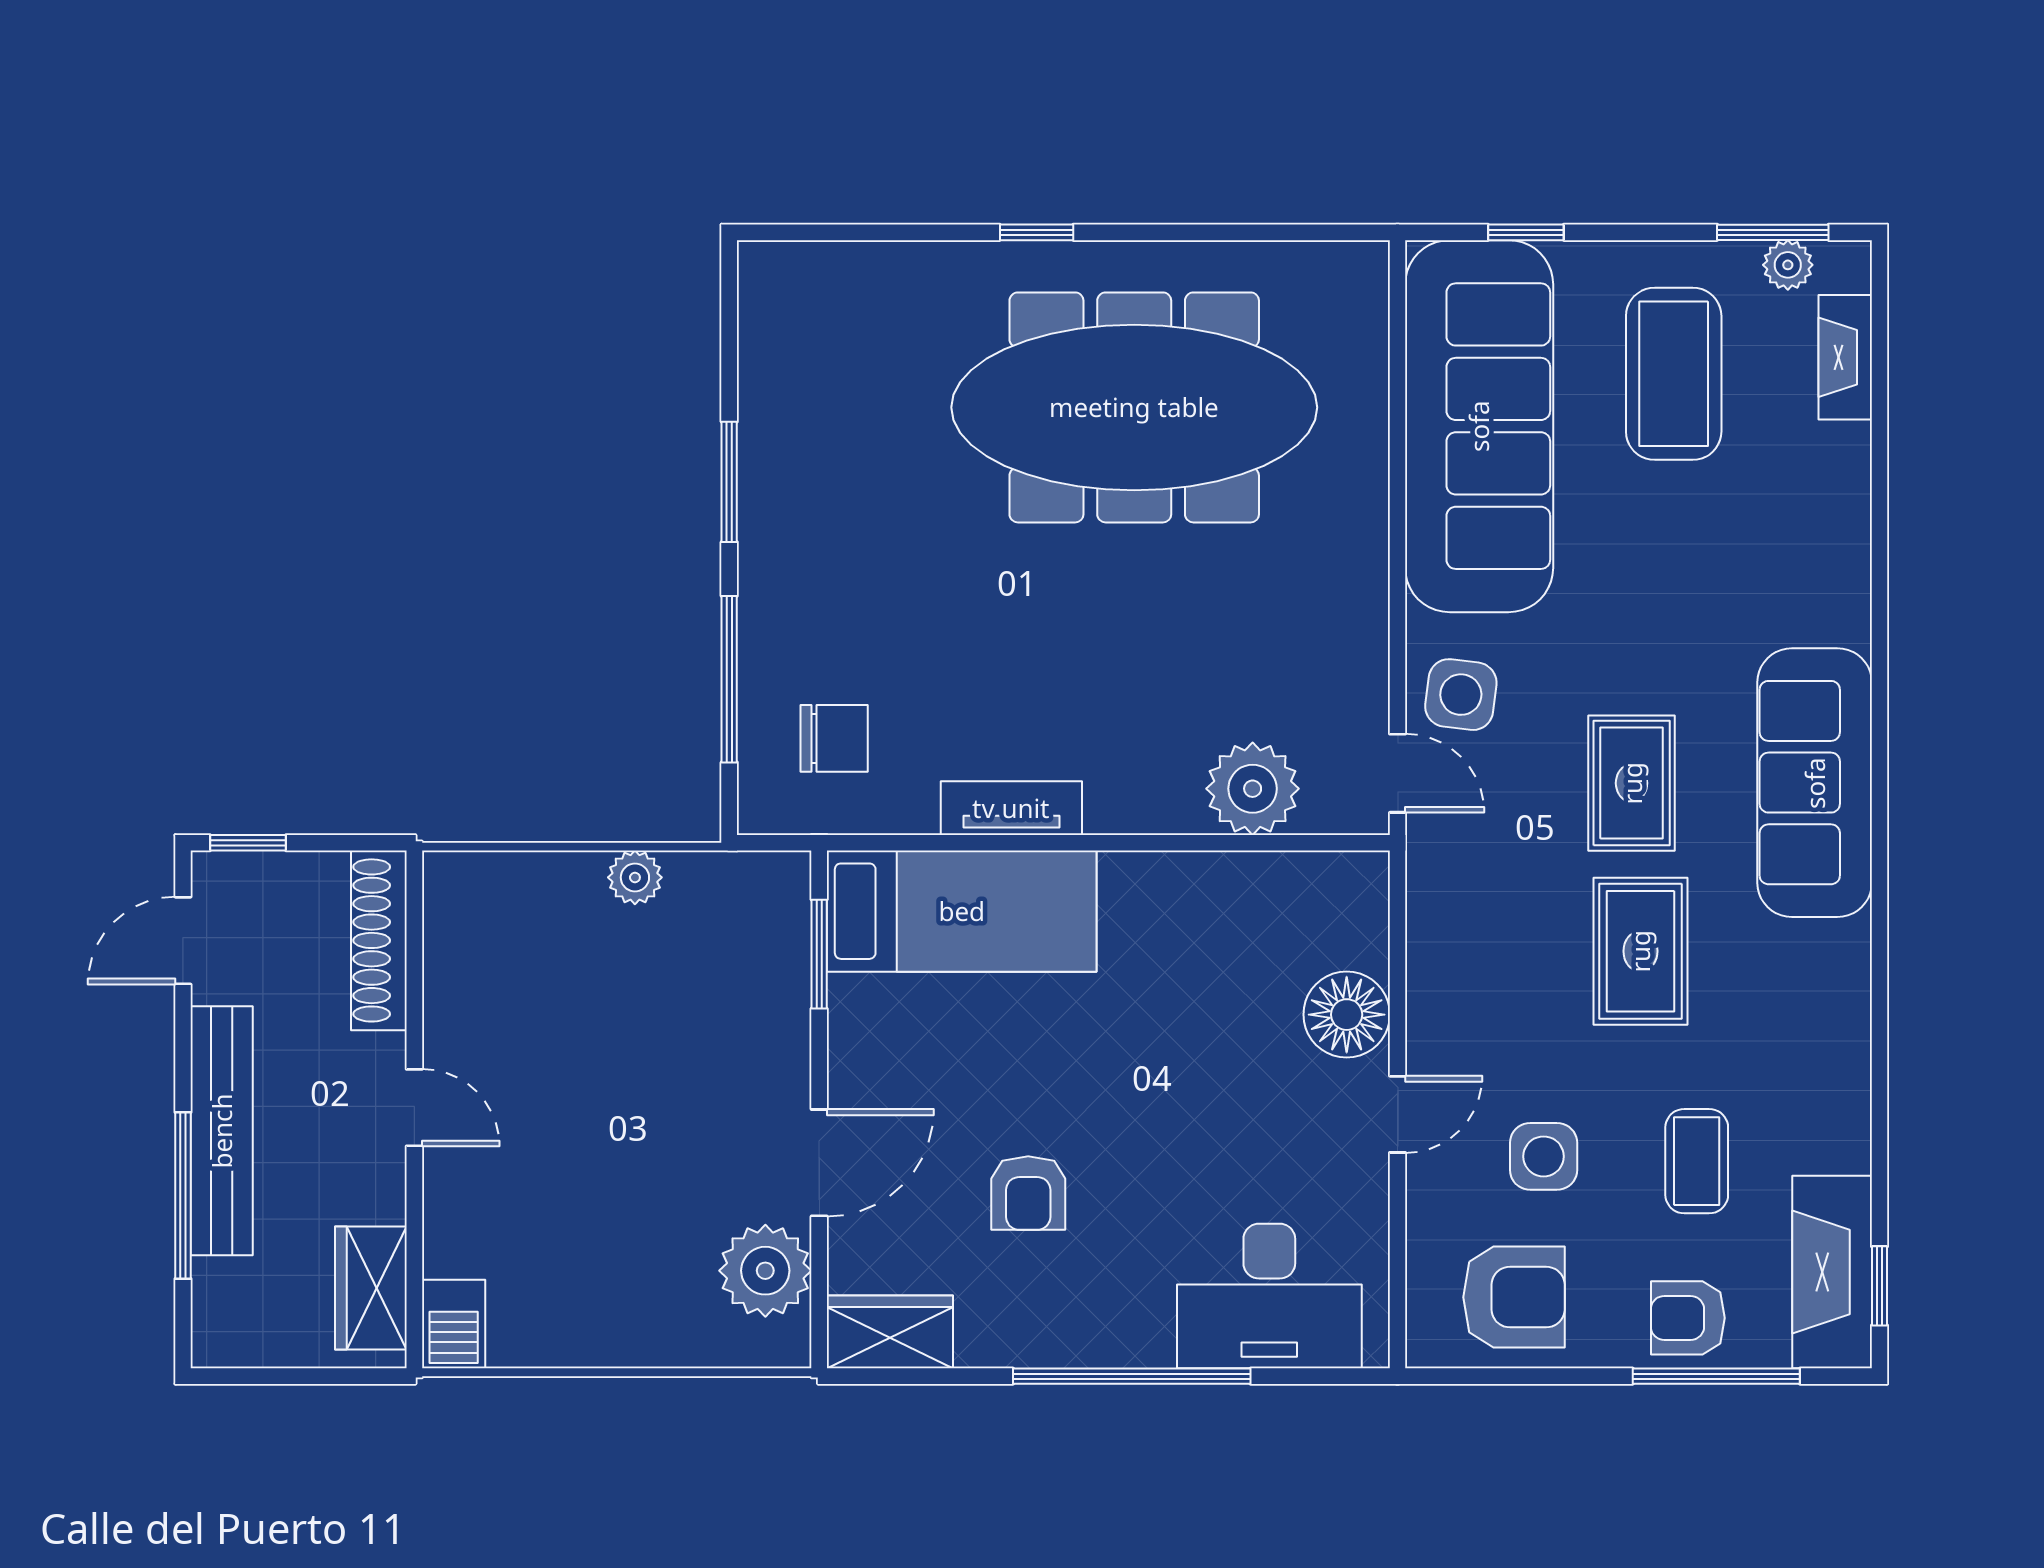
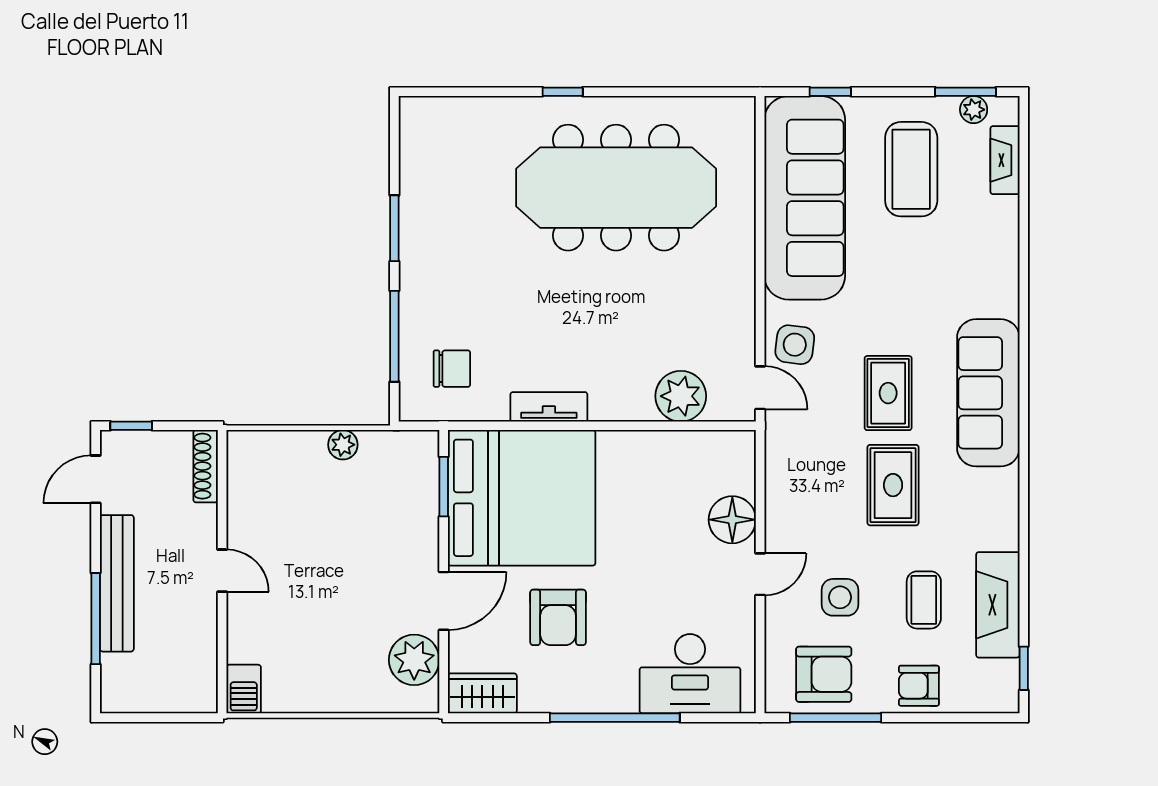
bed: (962, 911) -> (522, 498), width x2.04
shoe rack: (379, 940) -> (206, 466), width x0.74, depth x0.81
armchair: (1028, 1193) -> (558, 617), width x1.38, depth x1.38
fireplace: (1832, 1272) -> (998, 605), moved
wardrobe: (371, 1288) -> (198, 669), removed
window: (1716, 1376) -> (835, 718), moved

